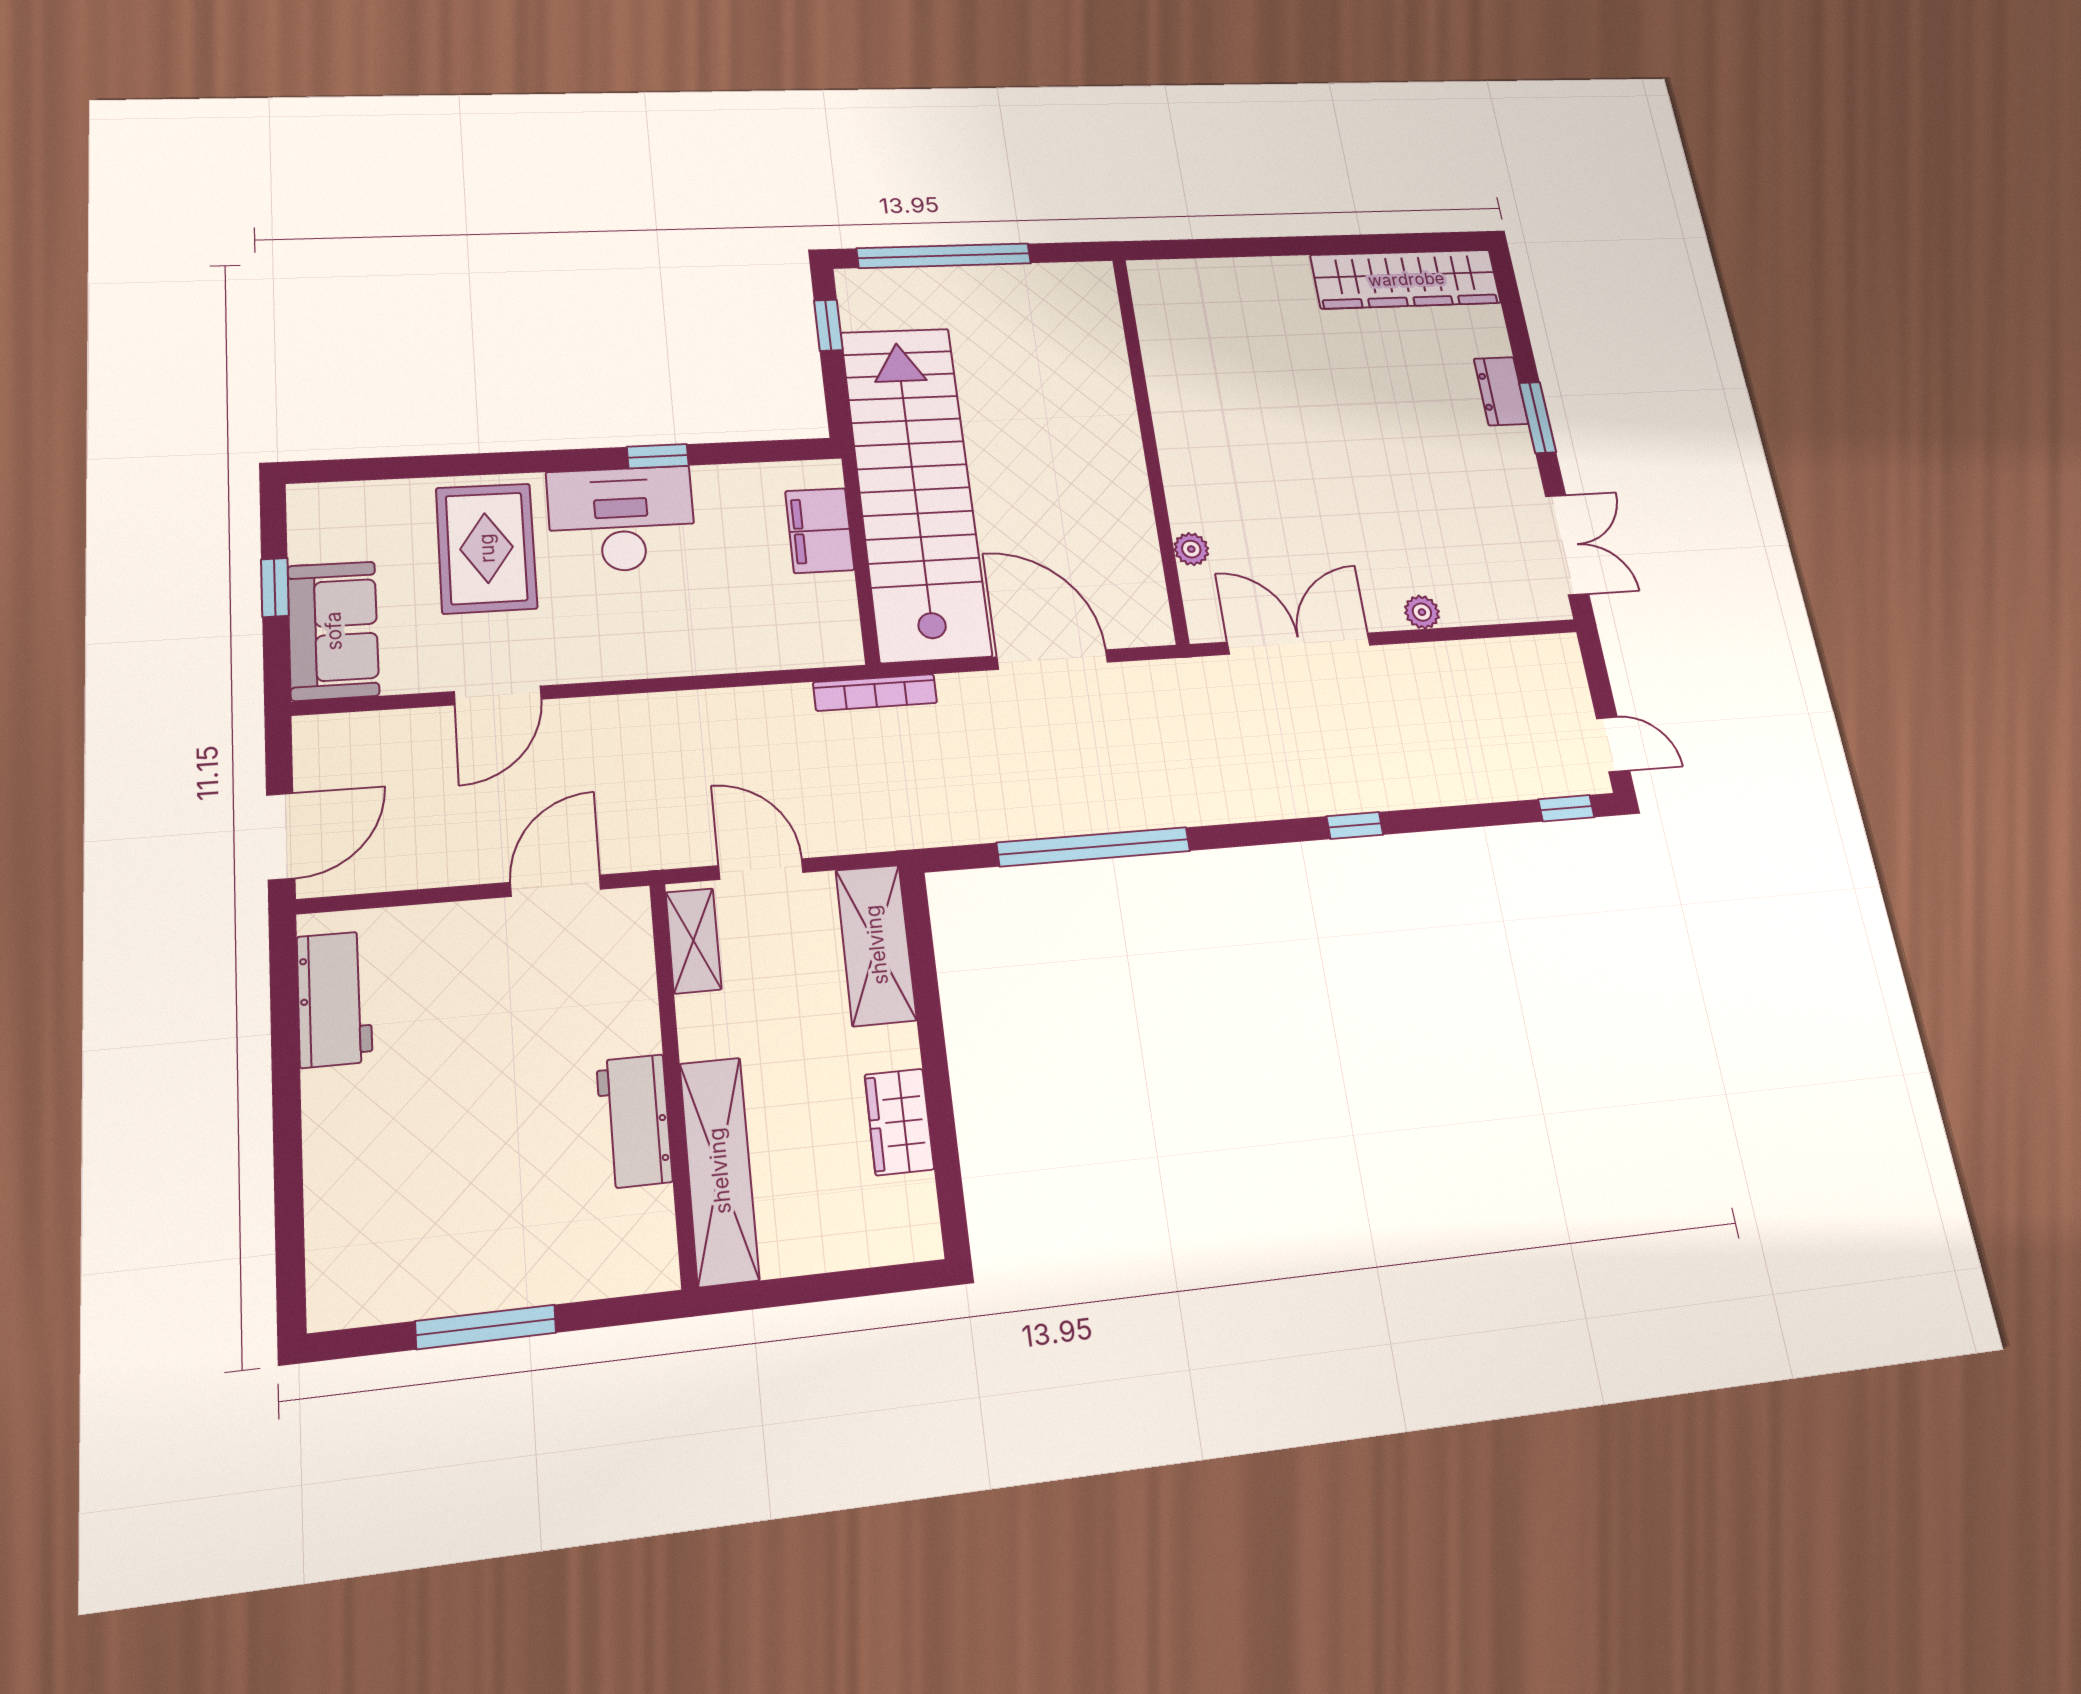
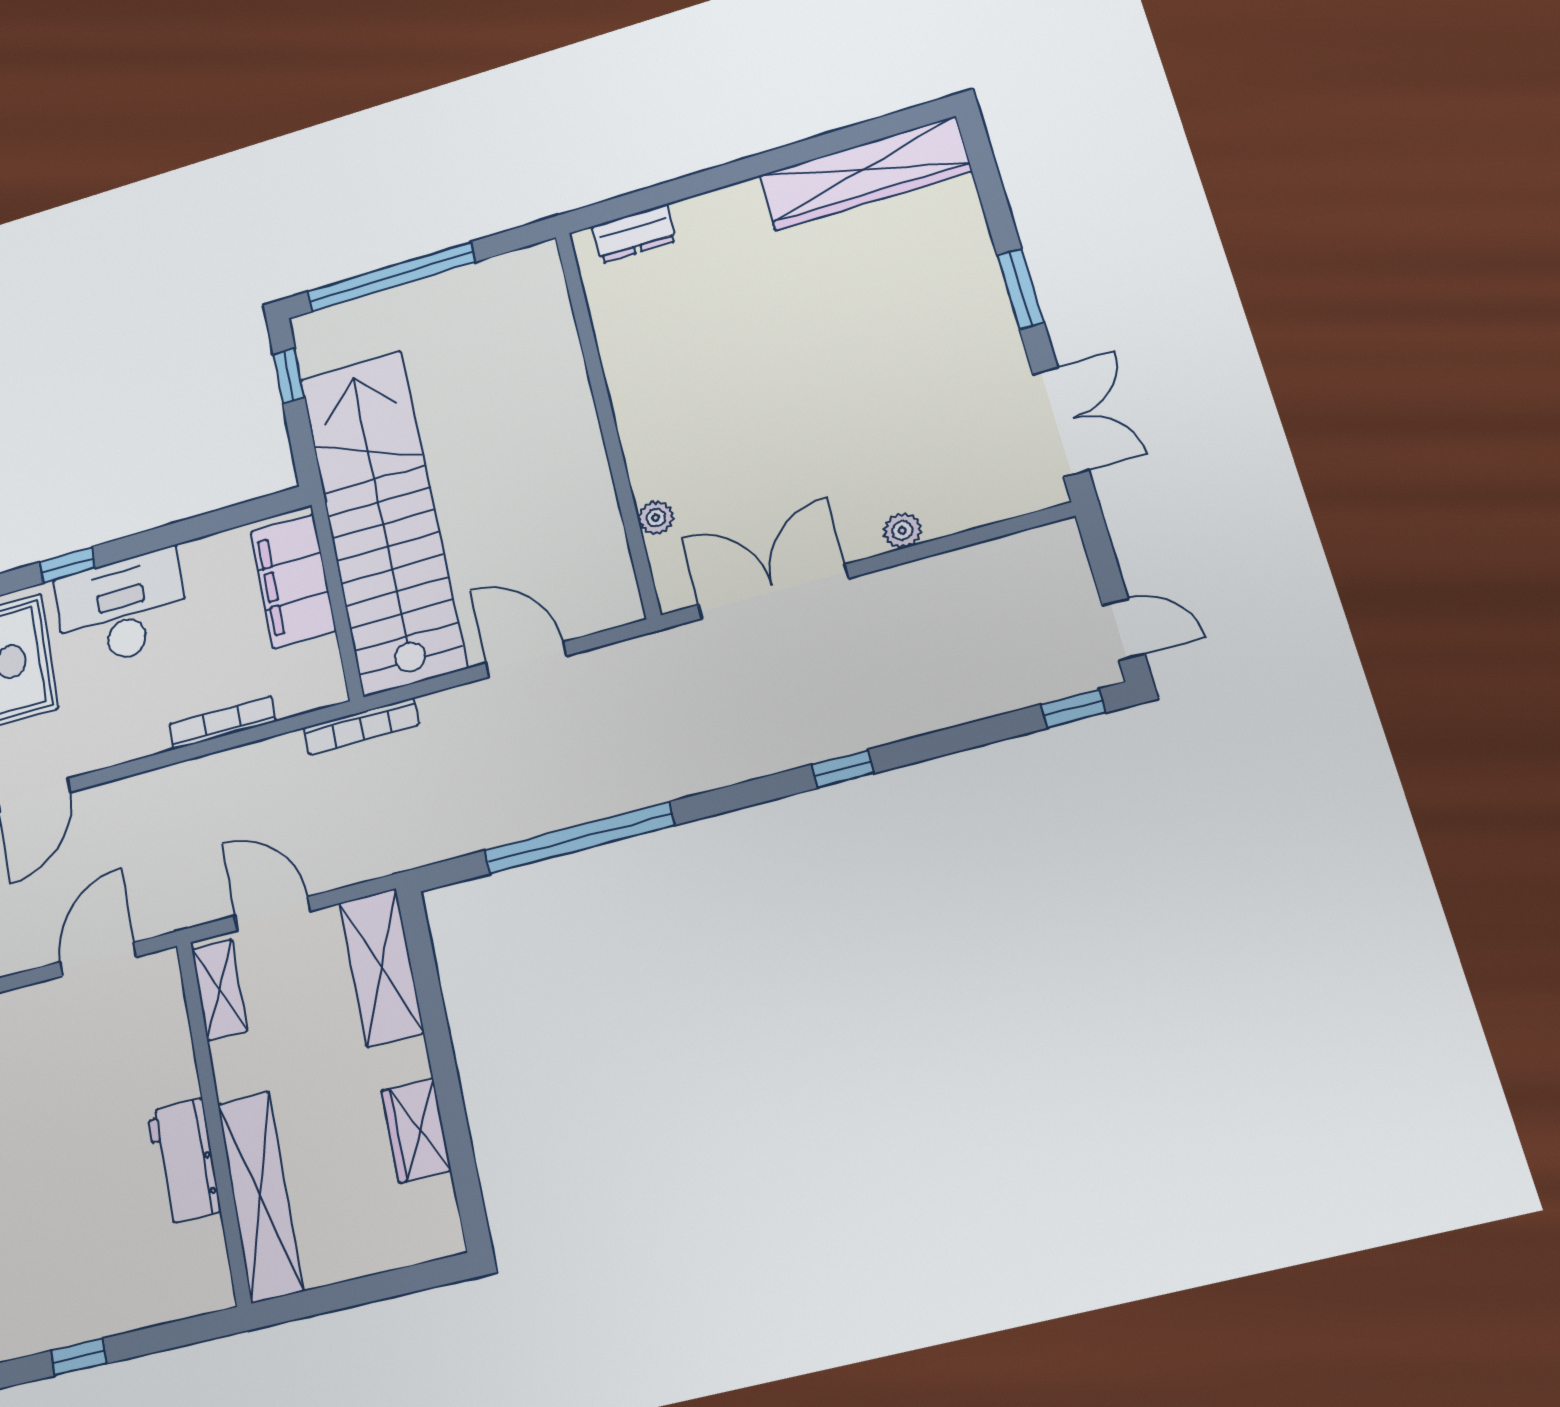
dresser: (1501, 391) -> (634, 234), moved, turned -90
window: (658, 456) -> (67, 565), moved
filing cabinet: (820, 530) -> (293, 581), width x1.50, depth x1.17
bookcase: (723, 660) -> (222, 723), added
door: (1053, 660) -> (526, 660), width x0.73
window: (486, 1327) -> (79, 1357), width x0.46

